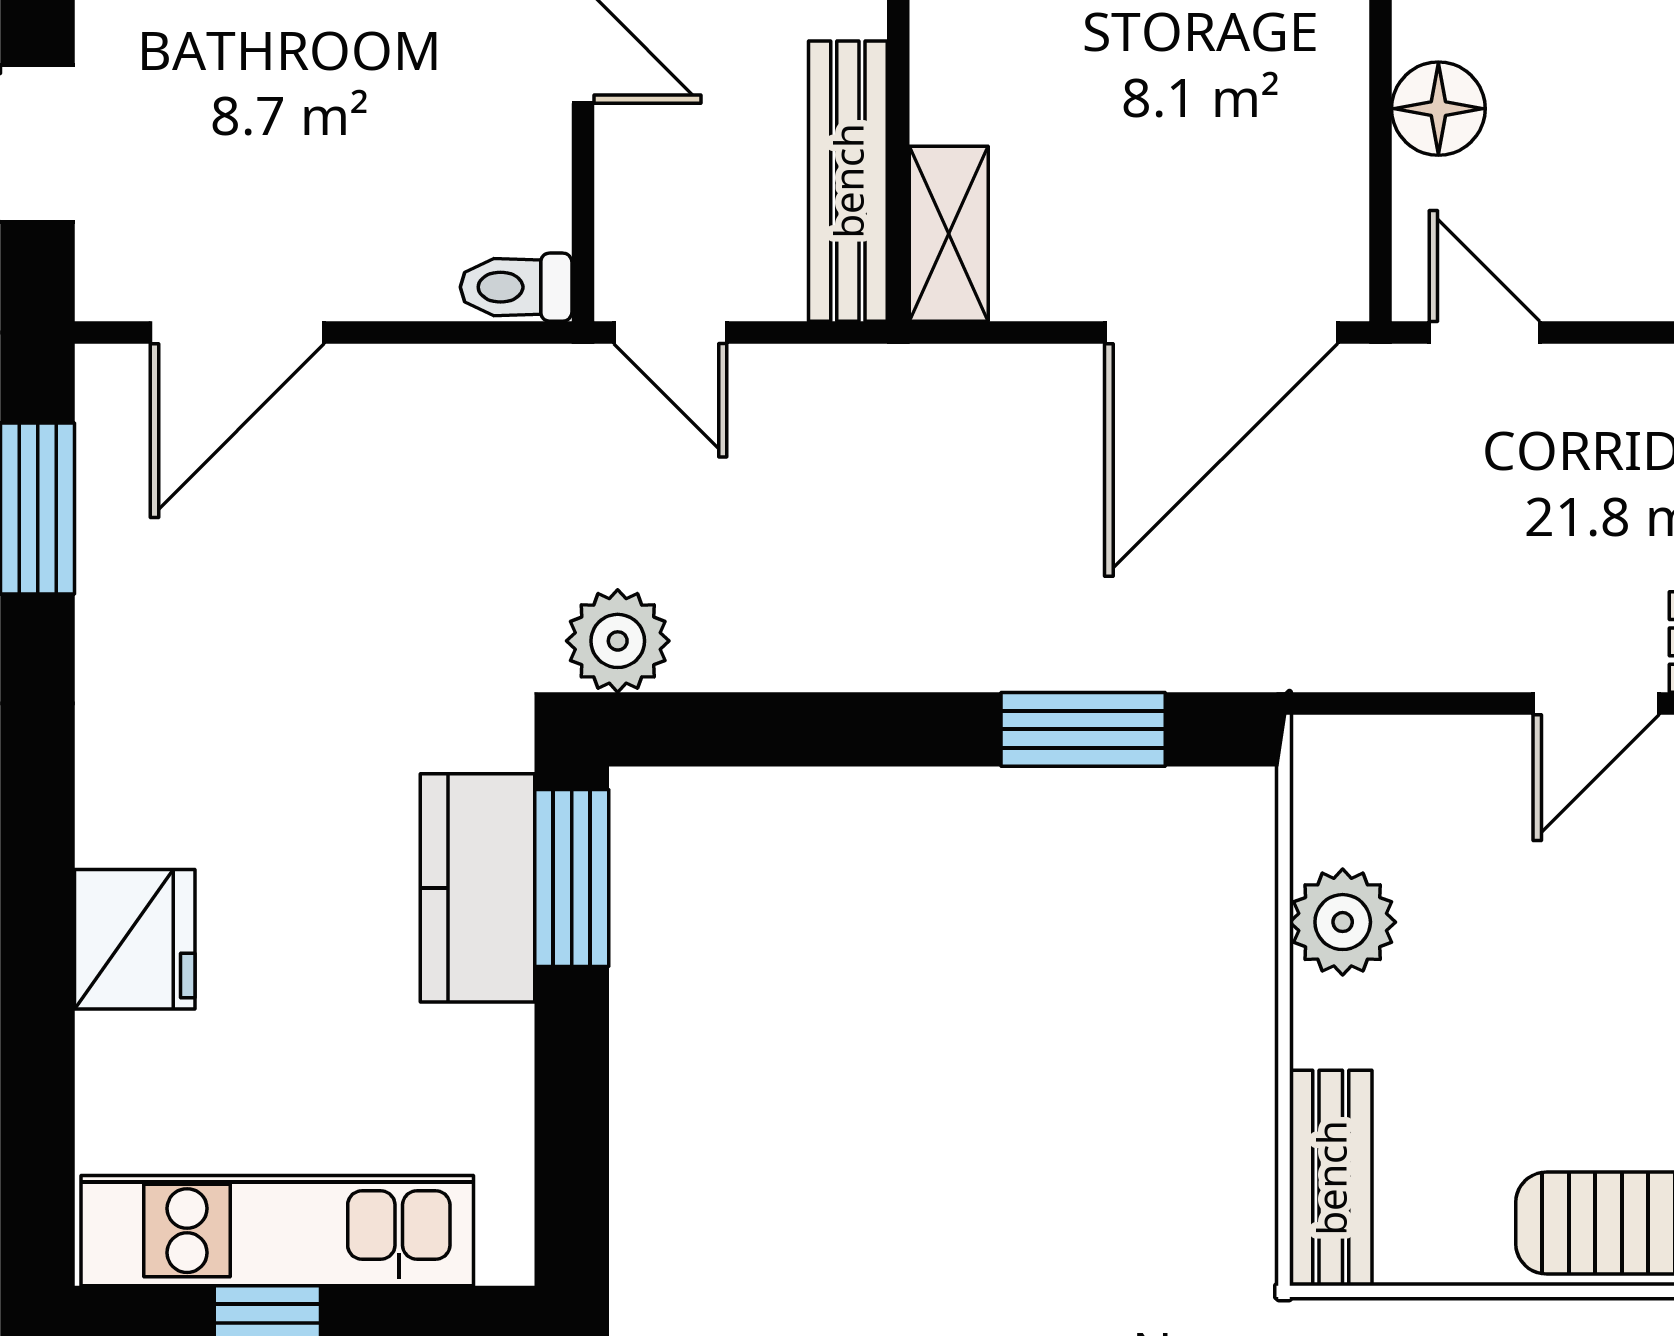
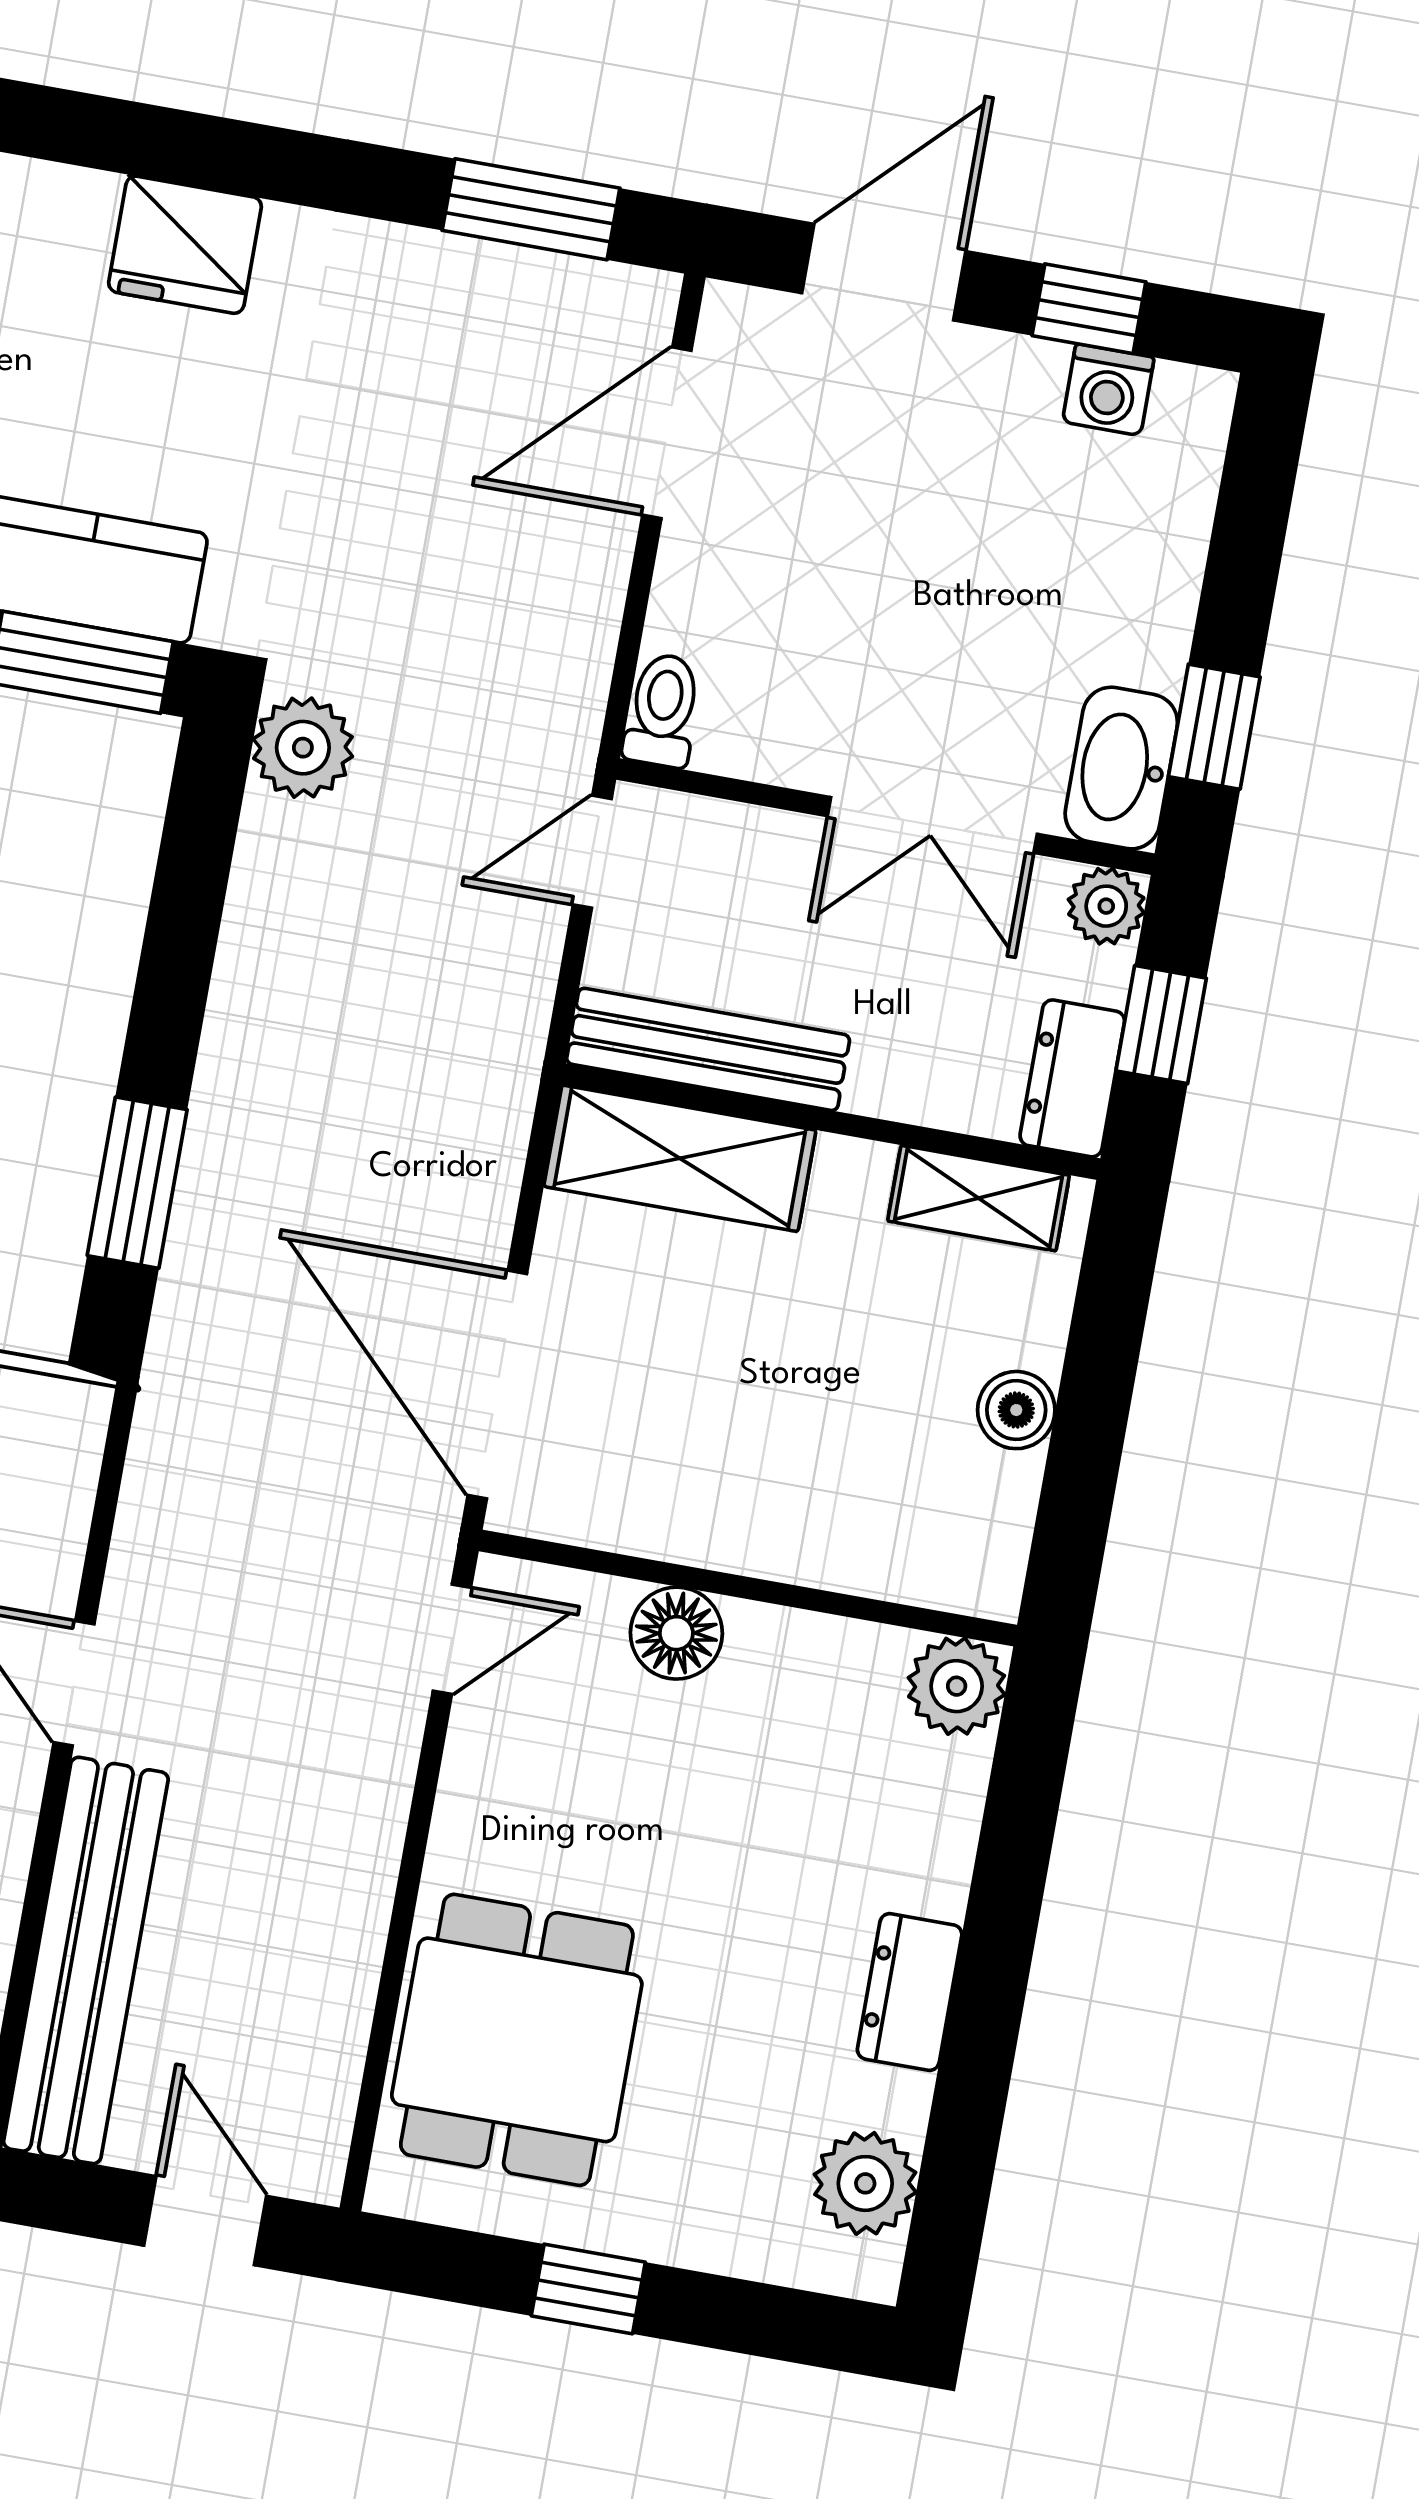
shelving: (949, 234) -> (680, 1158), width x1.50, depth x1.33
door: (237, 332) -> (667, 433), hinge flipped
fridge: (135, 939) -> (185, 245), moved

